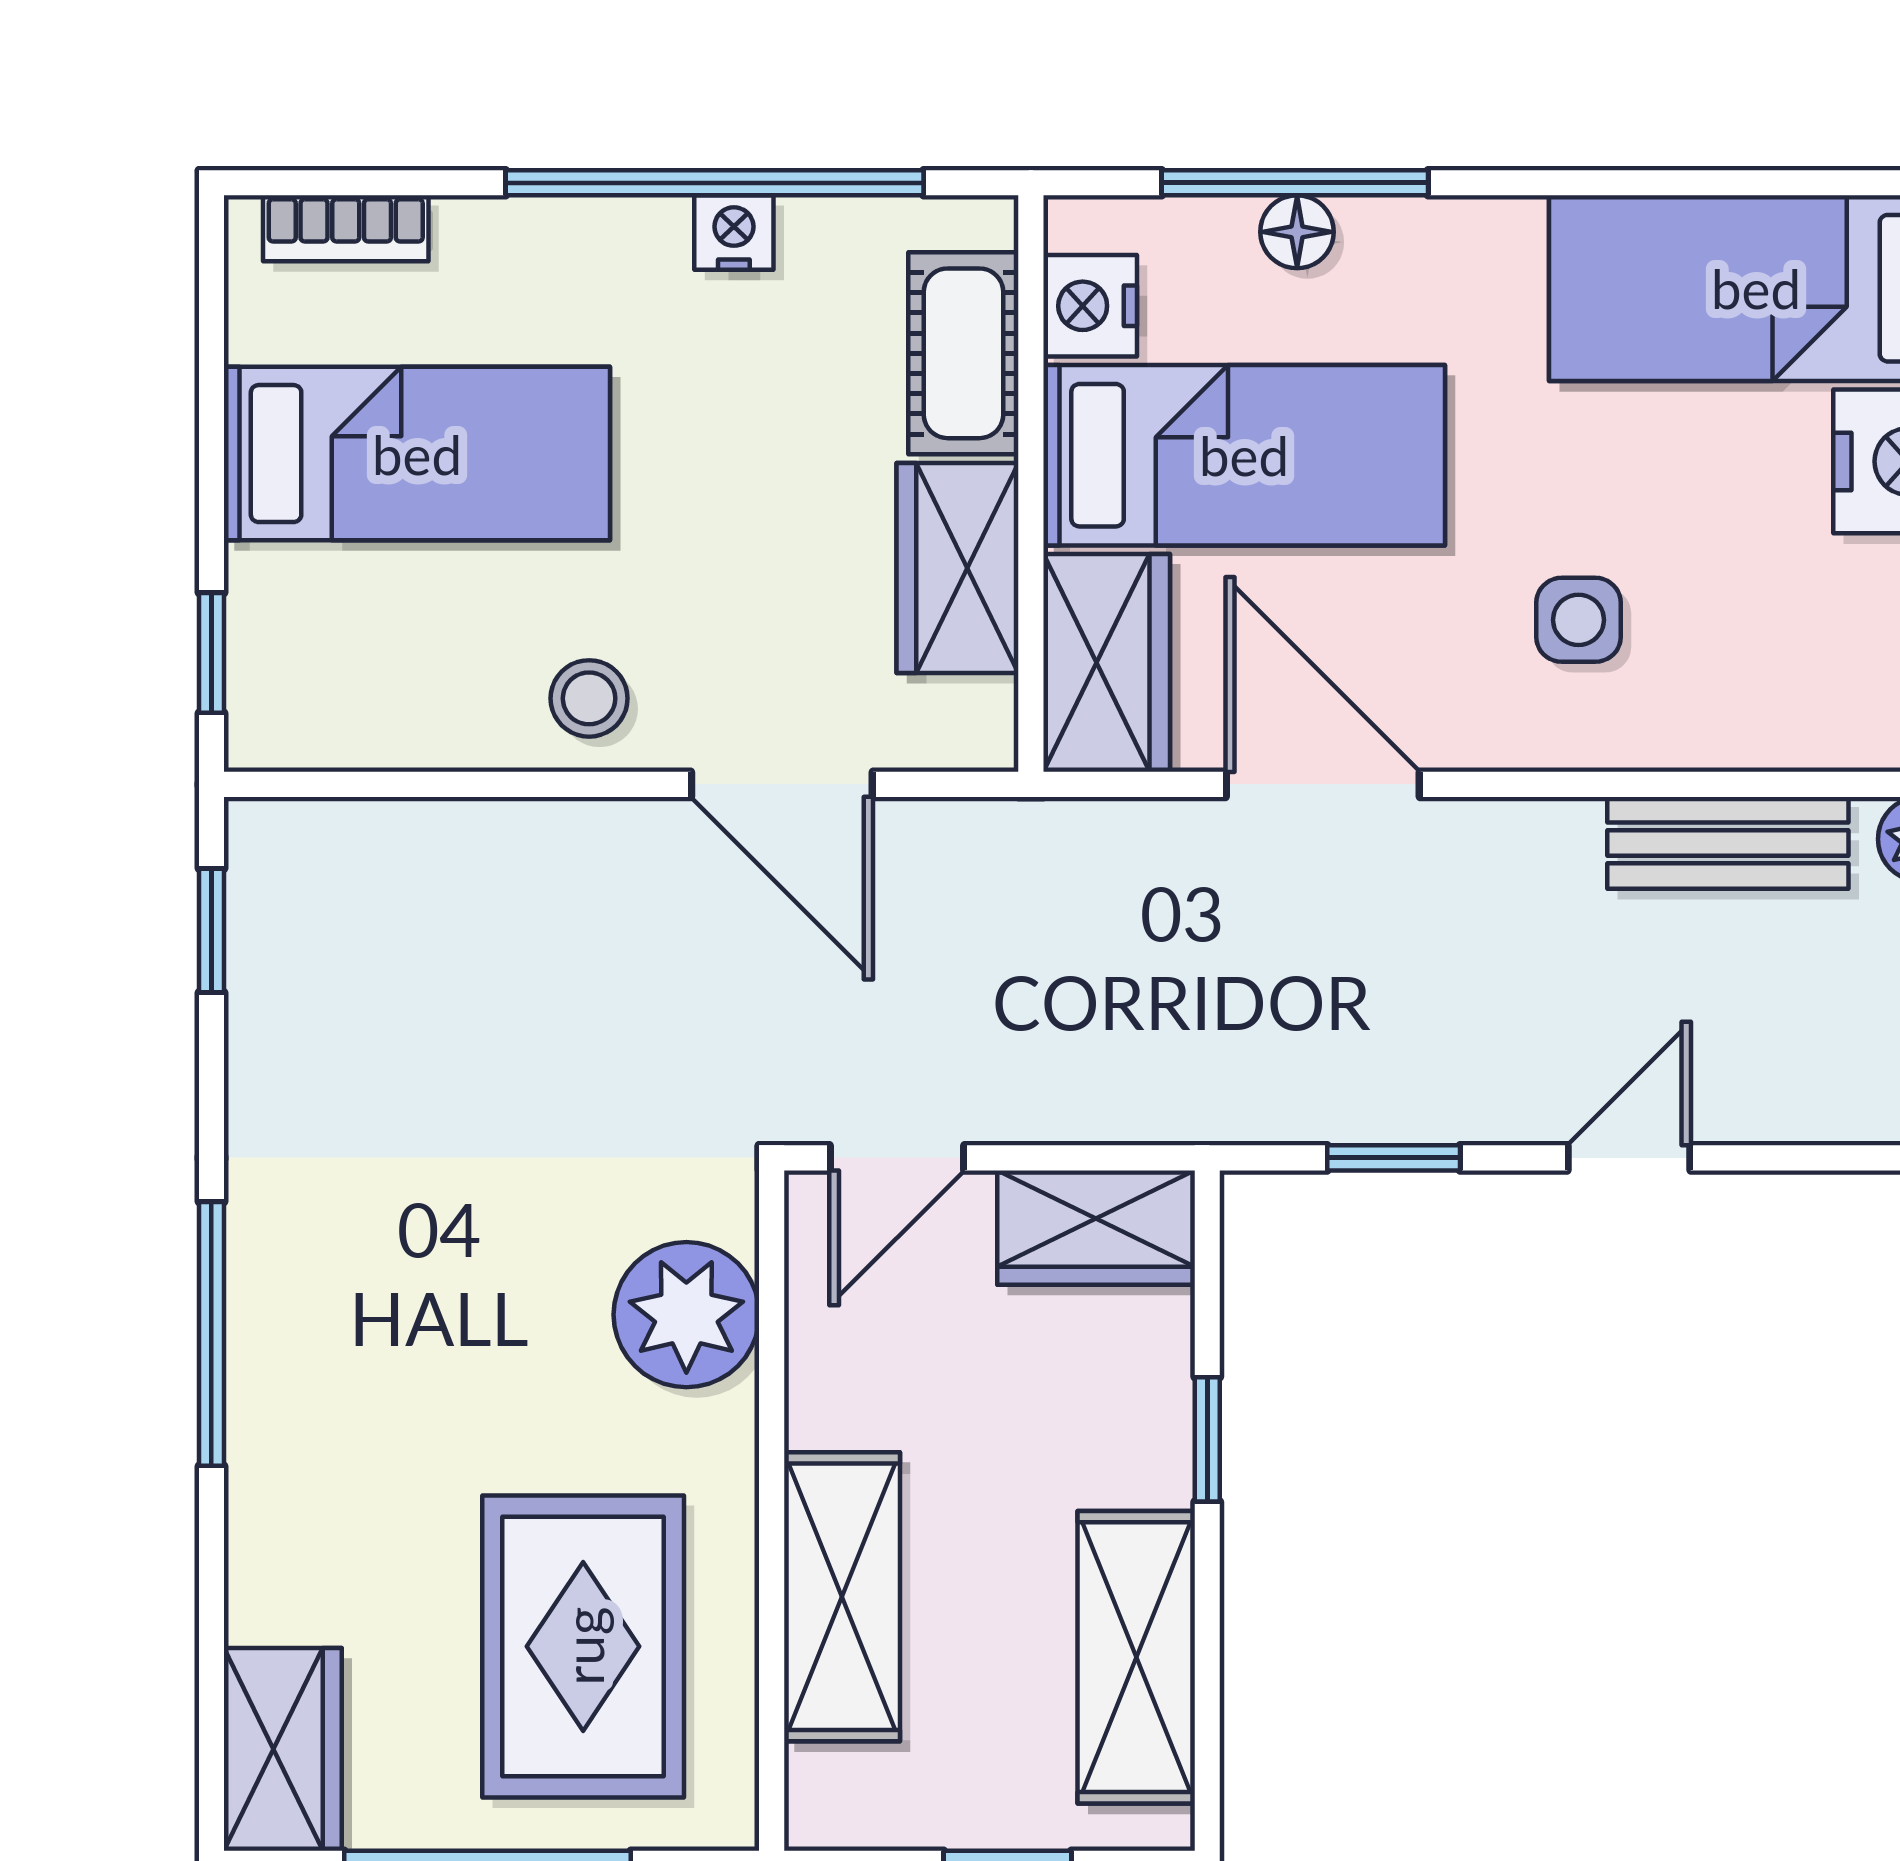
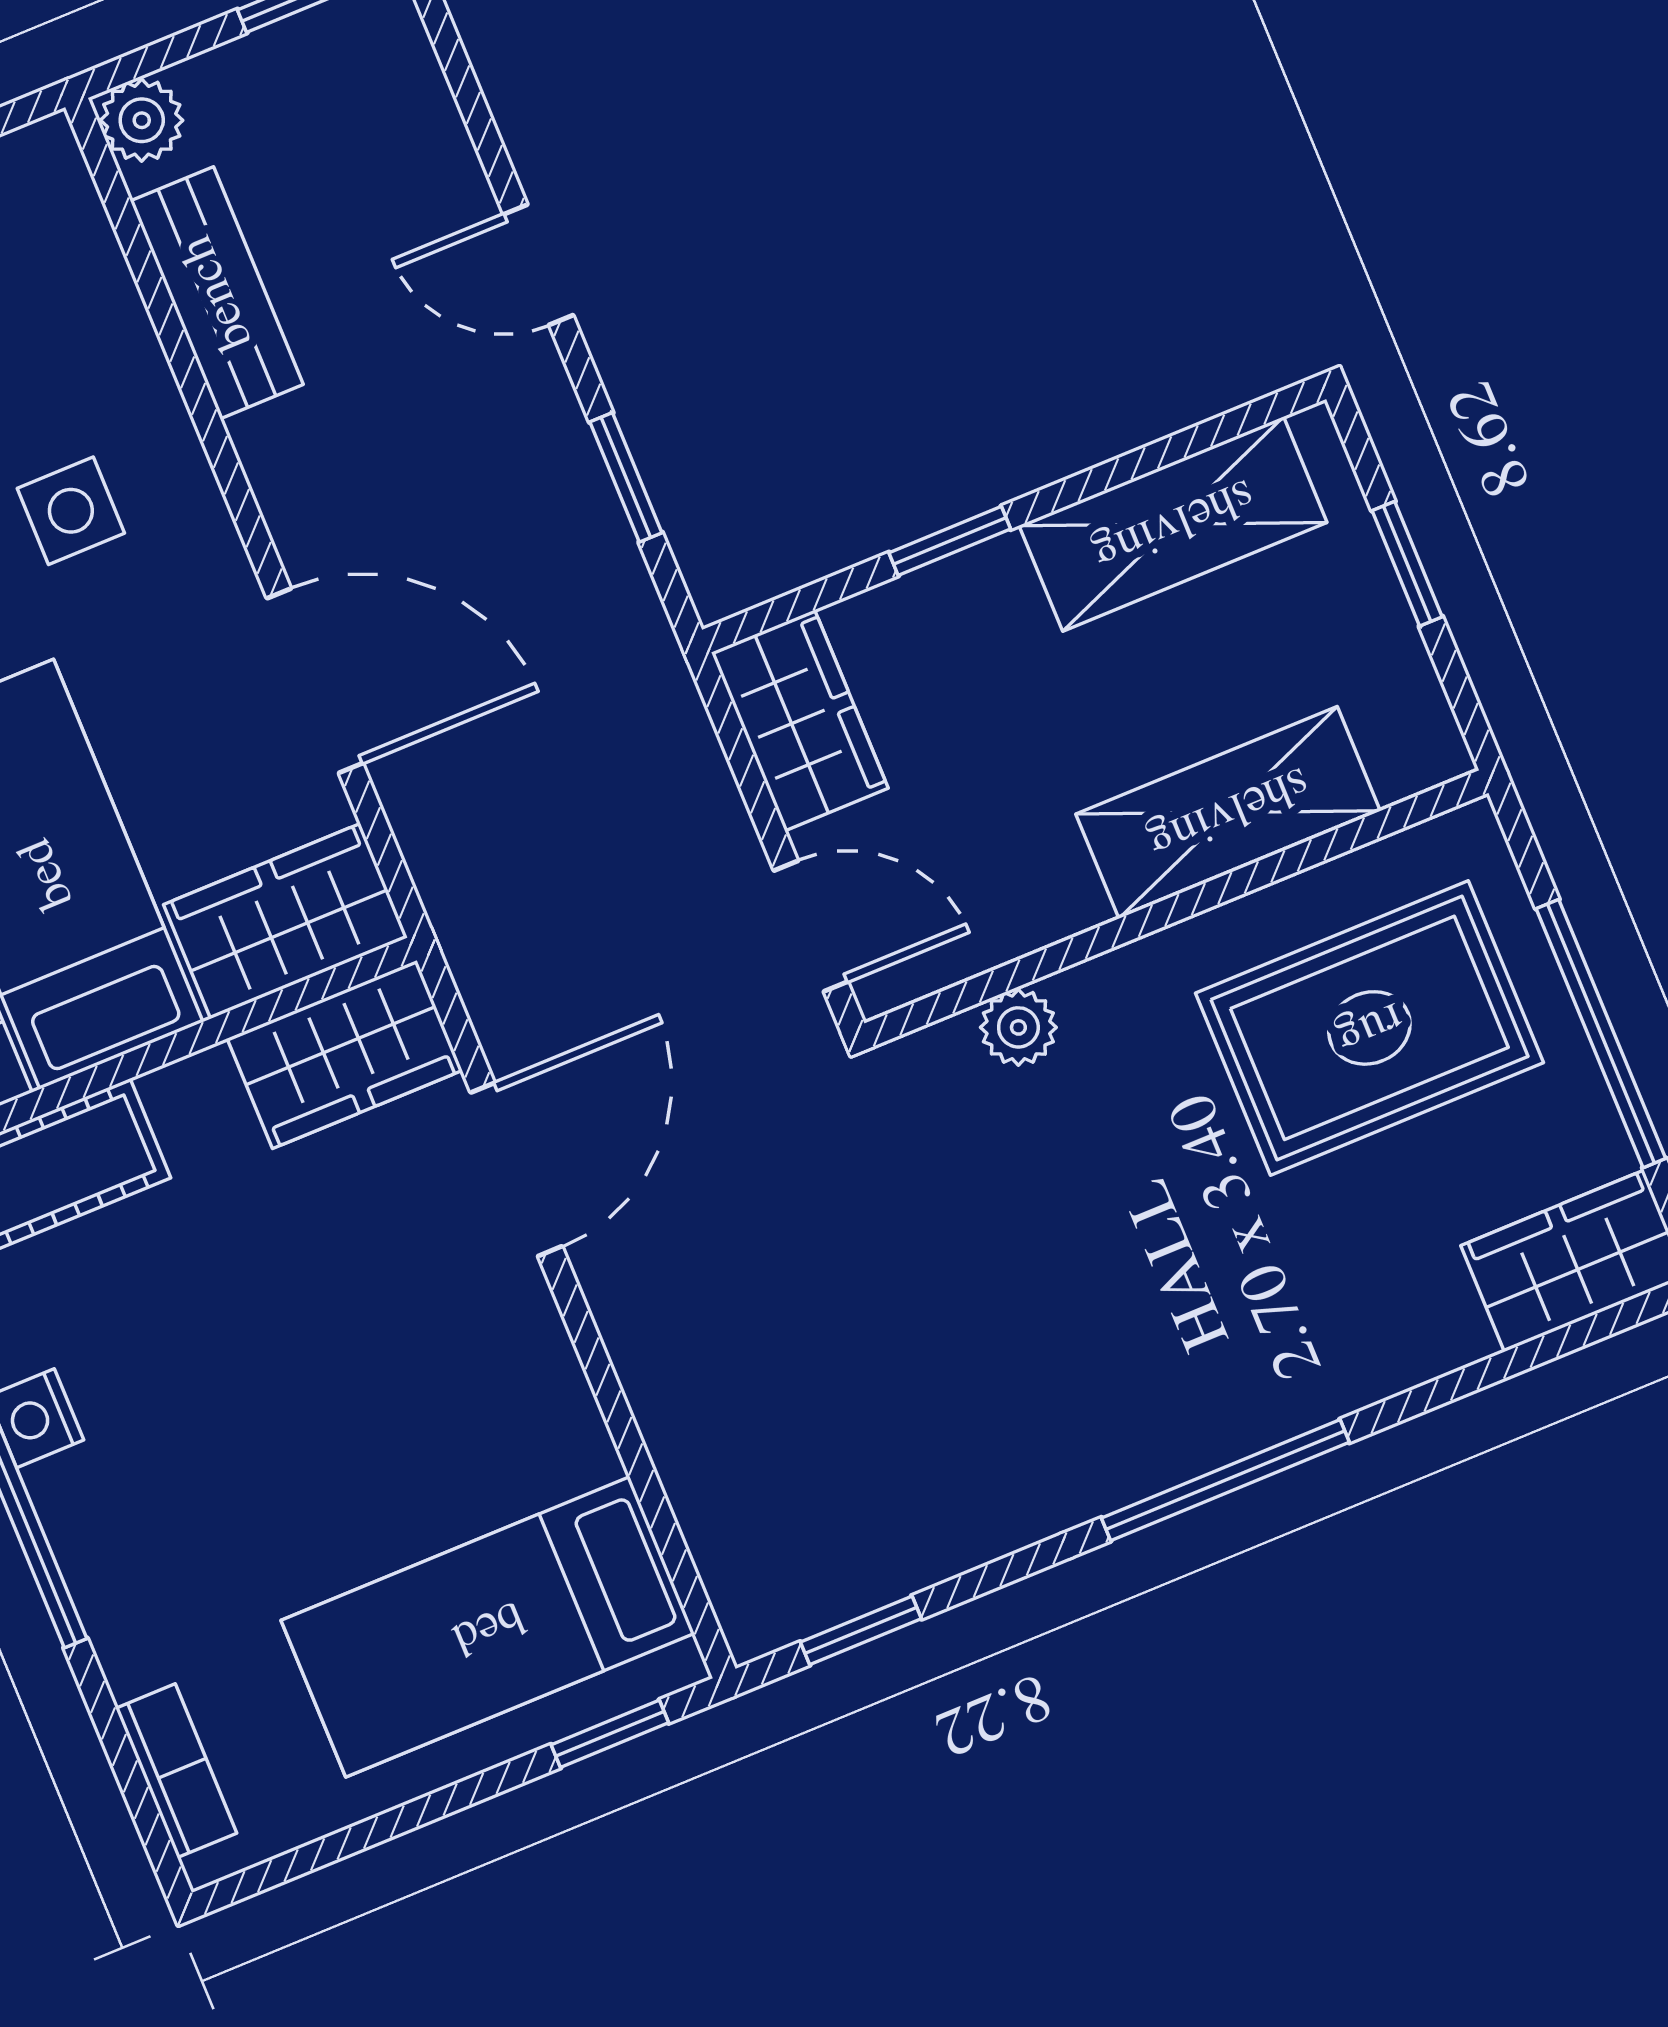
bed: (417, 454) -> (488, 1627), moved, turned -90
wardrobe: (958, 568) -> (345, 1054), moved
stool: (589, 698) -> (510, 1376), removed
door: (1323, 784) -> (315, 681), swing flipped
plant: (686, 1315) -> (1018, 1027), width x0.53, depth x0.53

